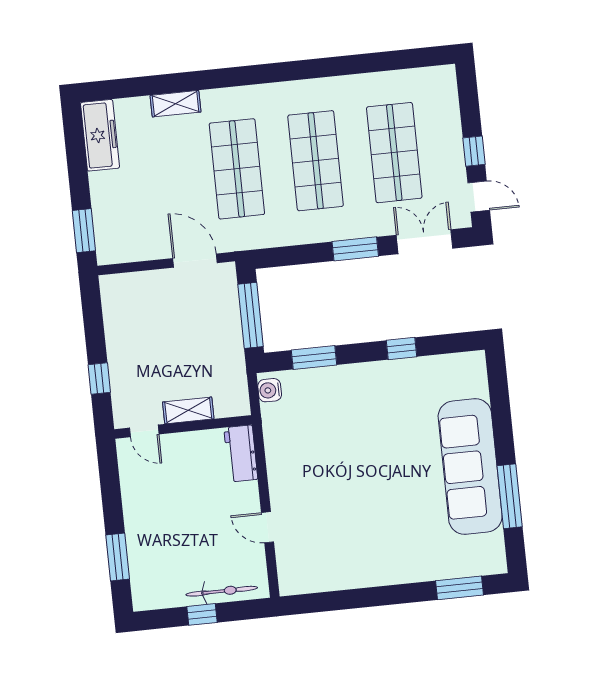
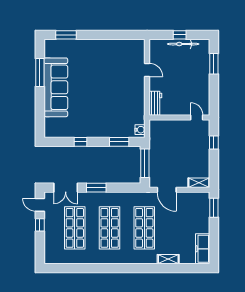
shelving: (188, 410) -> (199, 183), moved
bicycle: (222, 591) -> (183, 44), moved

